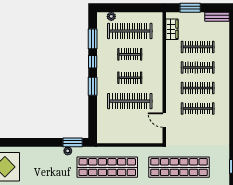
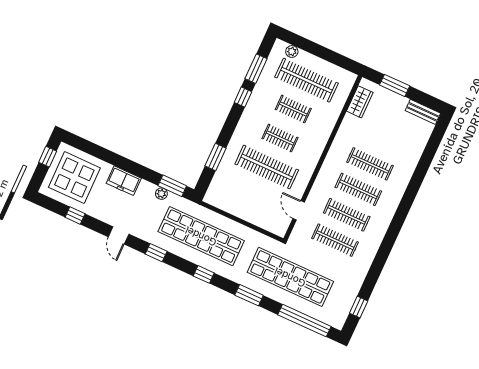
clothes rail: (198, 47) -> (335, 240), moved
window: (93, 86) -> (216, 157), moved
freezer: (39, 154) -> (124, 181), added

